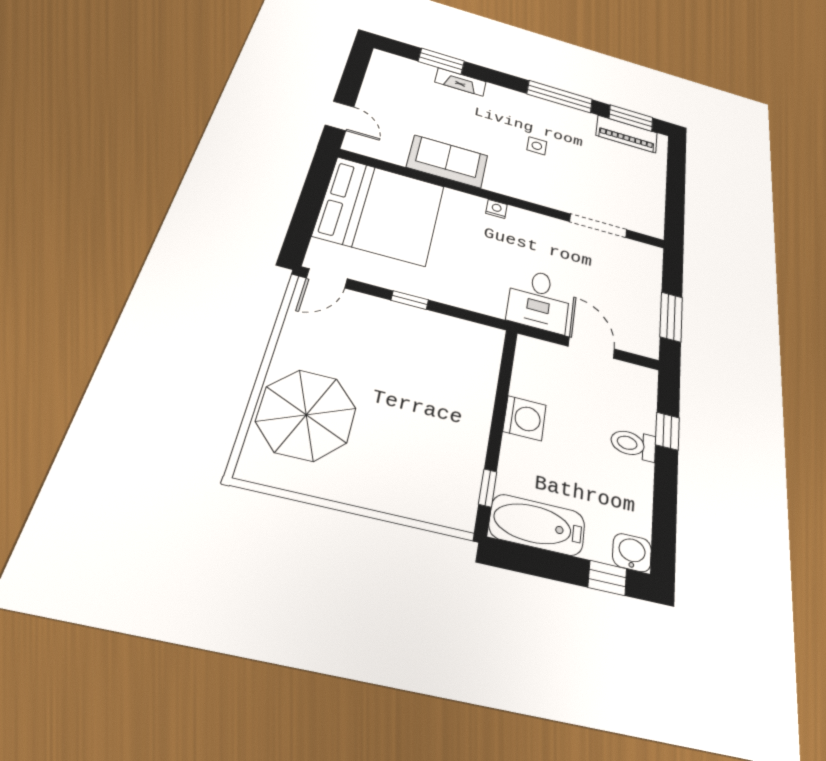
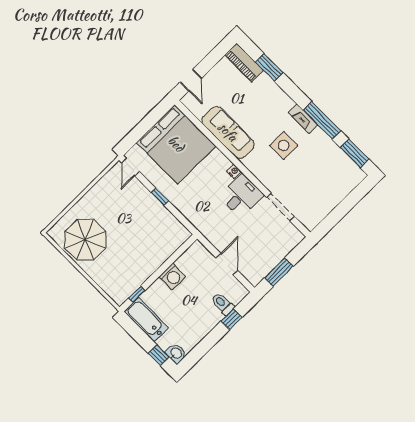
fireplace: (461, 82) -> (303, 119), moved
piano: (627, 134) -> (244, 63), moved
side table: (537, 146) -> (284, 145), width x1.87, depth x1.87
sofa: (447, 161) -> (228, 132), width x1.36
door: (327, 278) -> (131, 167), hinge flipped
desk: (539, 300) -> (241, 196), moved, turned 180
parasol: (306, 415) -> (85, 240), moved
toilet: (633, 444) -> (223, 304), moved

